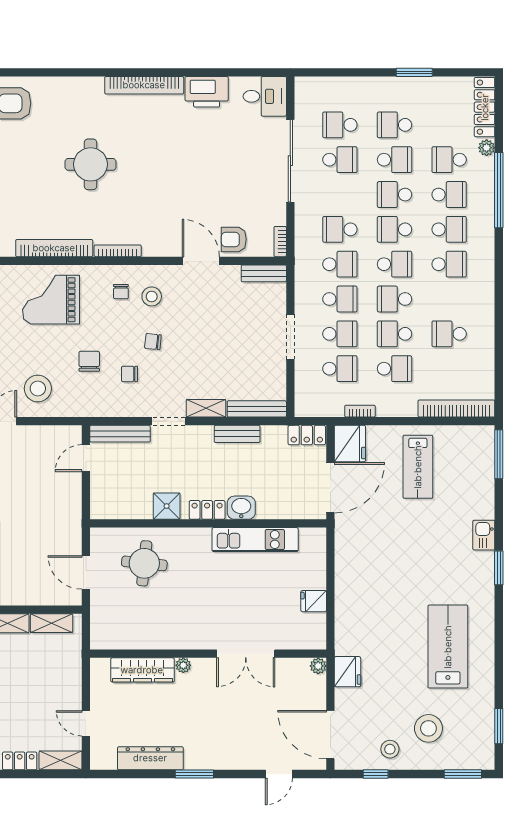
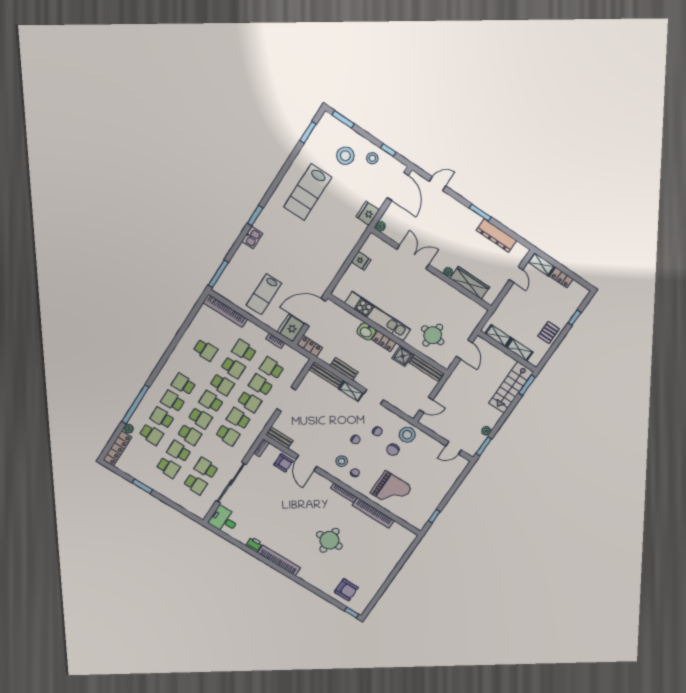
printer: (207, 92) -> (254, 544), width x0.53, depth x0.68
school desk: (340, 299) -> (250, 402), turned 180
stool: (38, 389) -> (407, 435), moved
bench: (120, 434) -> (426, 368), moved
lab bench: (418, 467) -> (264, 294), turned 180
kitchen unit: (255, 540) -> (378, 316), width x1.36

